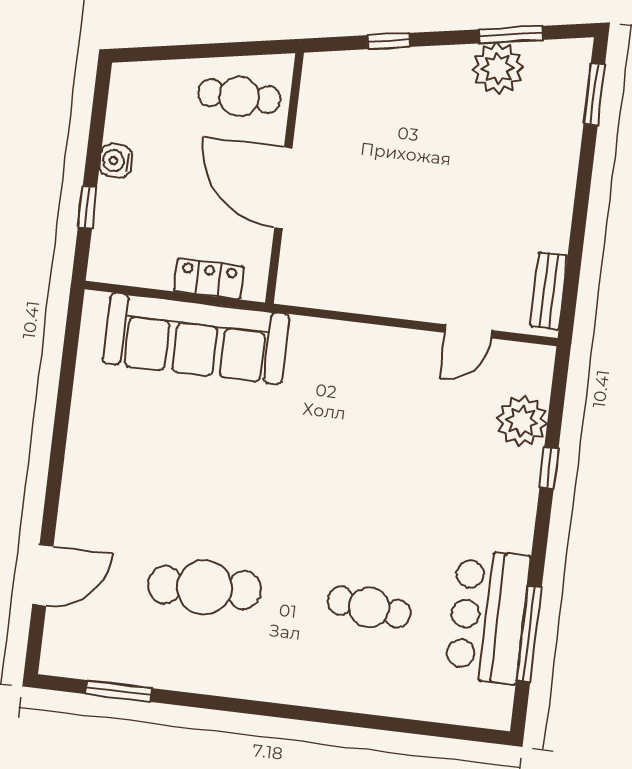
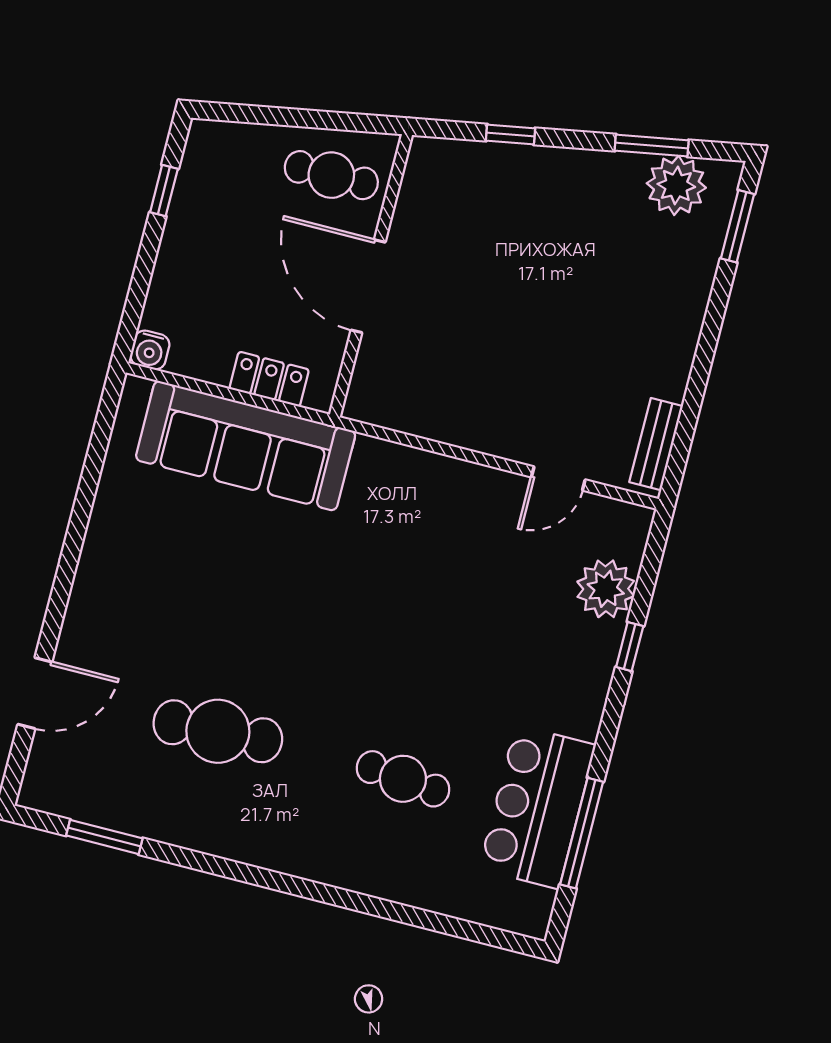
plant: (498, 68) -> (676, 185), moved
water cooler: (116, 161) -> (150, 350), moved, turned -90
window: (87, 207) -> (164, 191), moved

